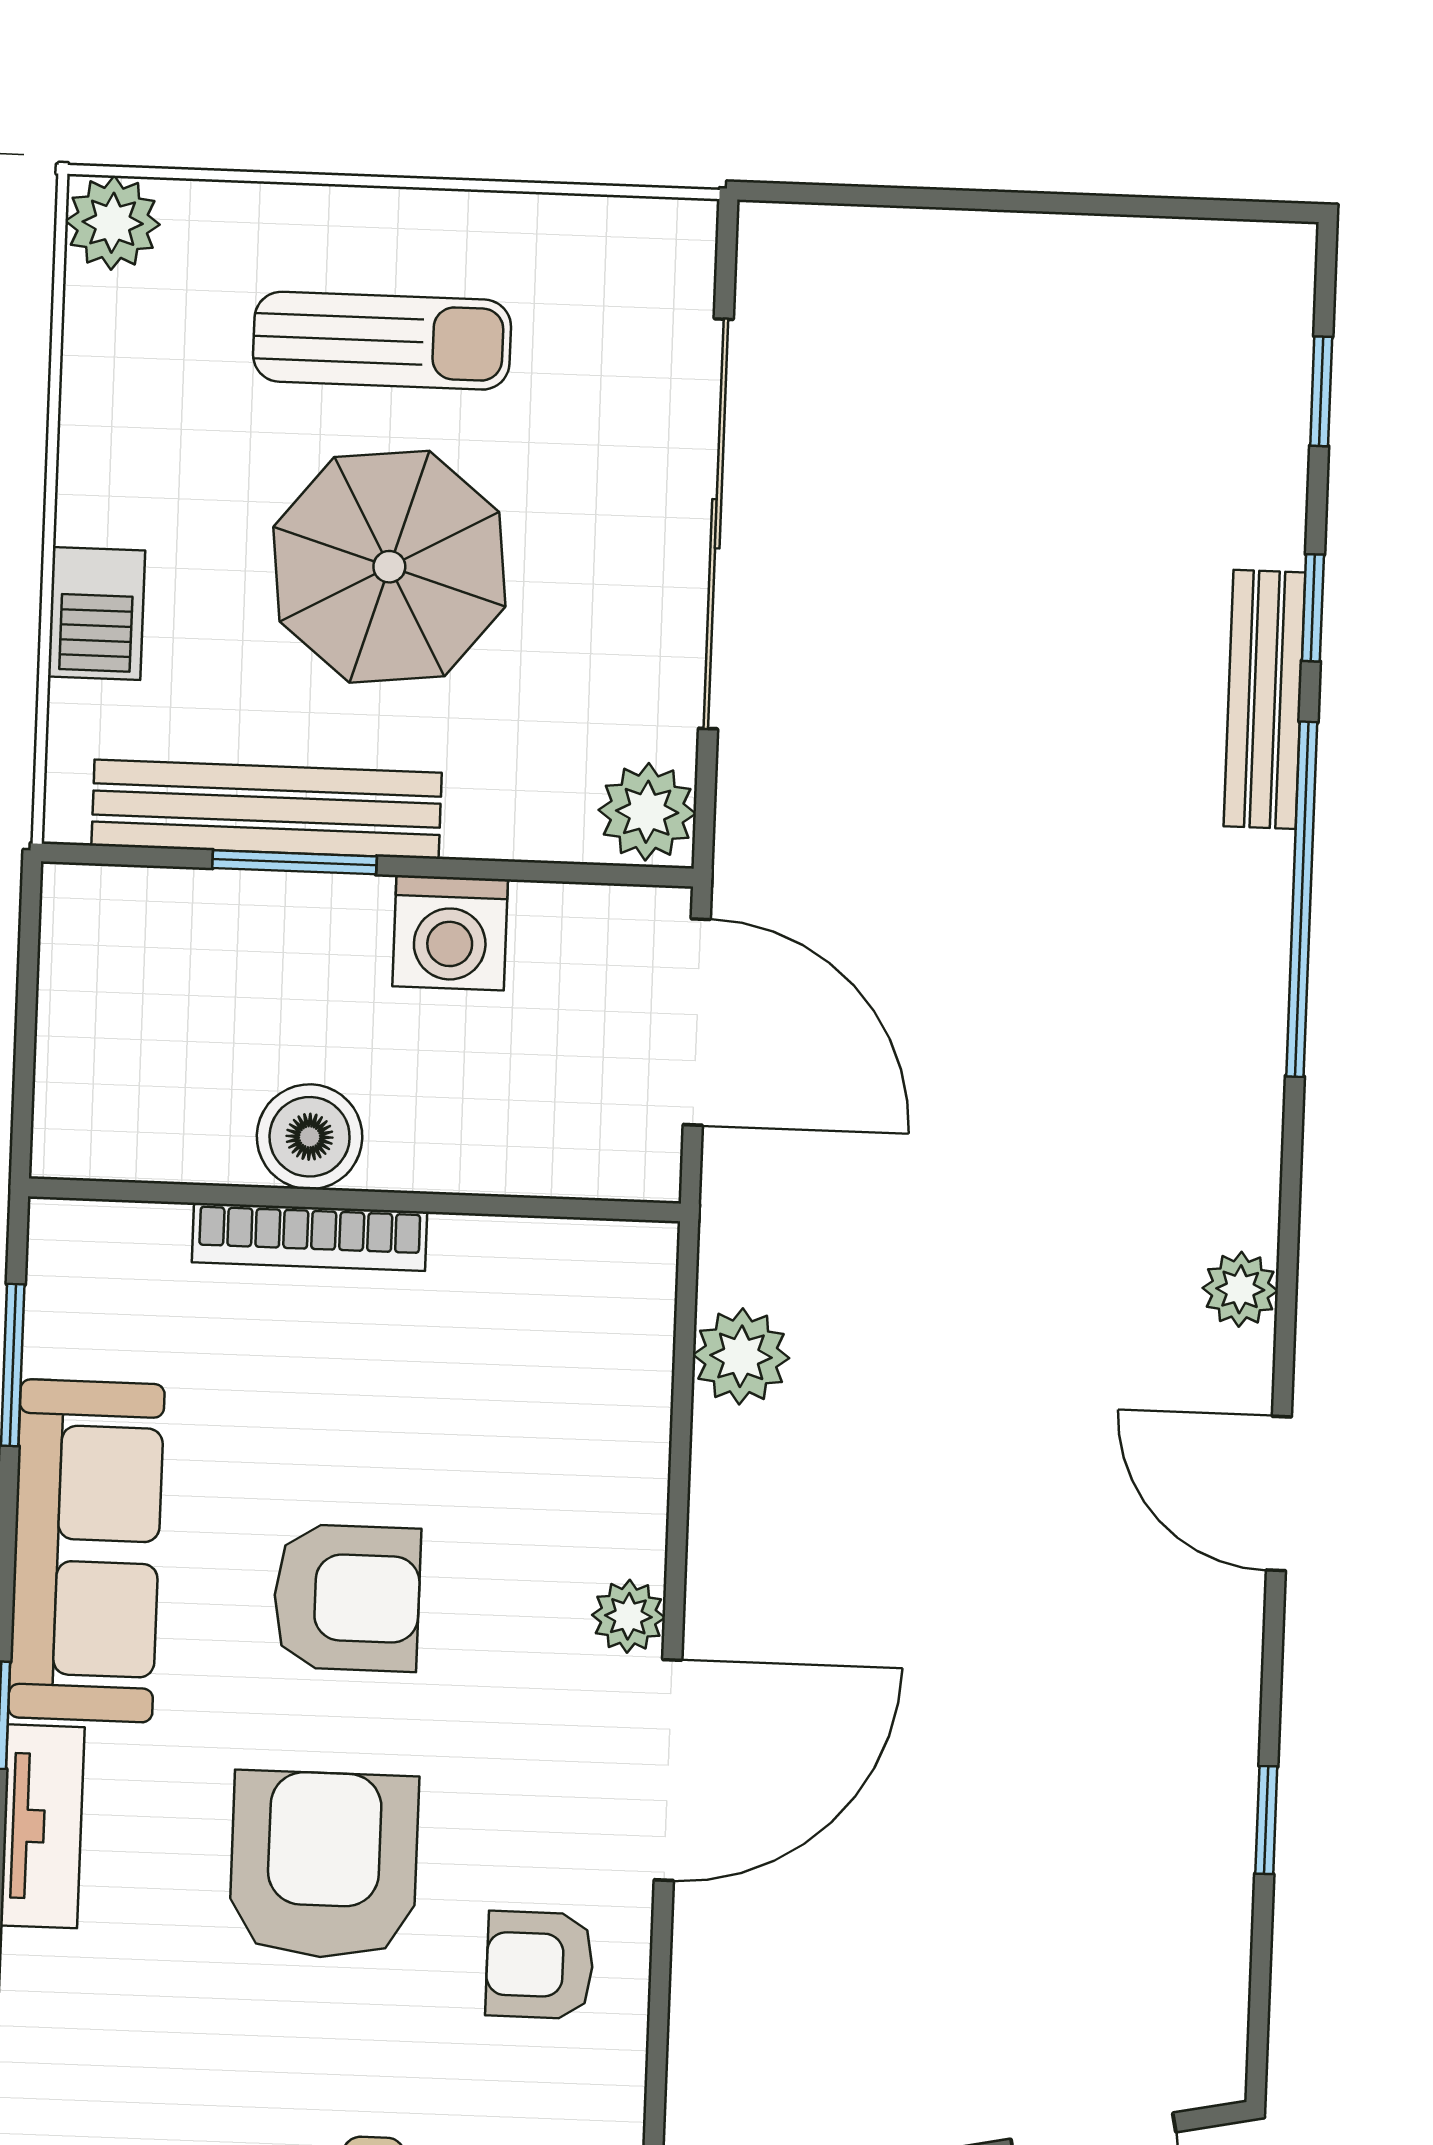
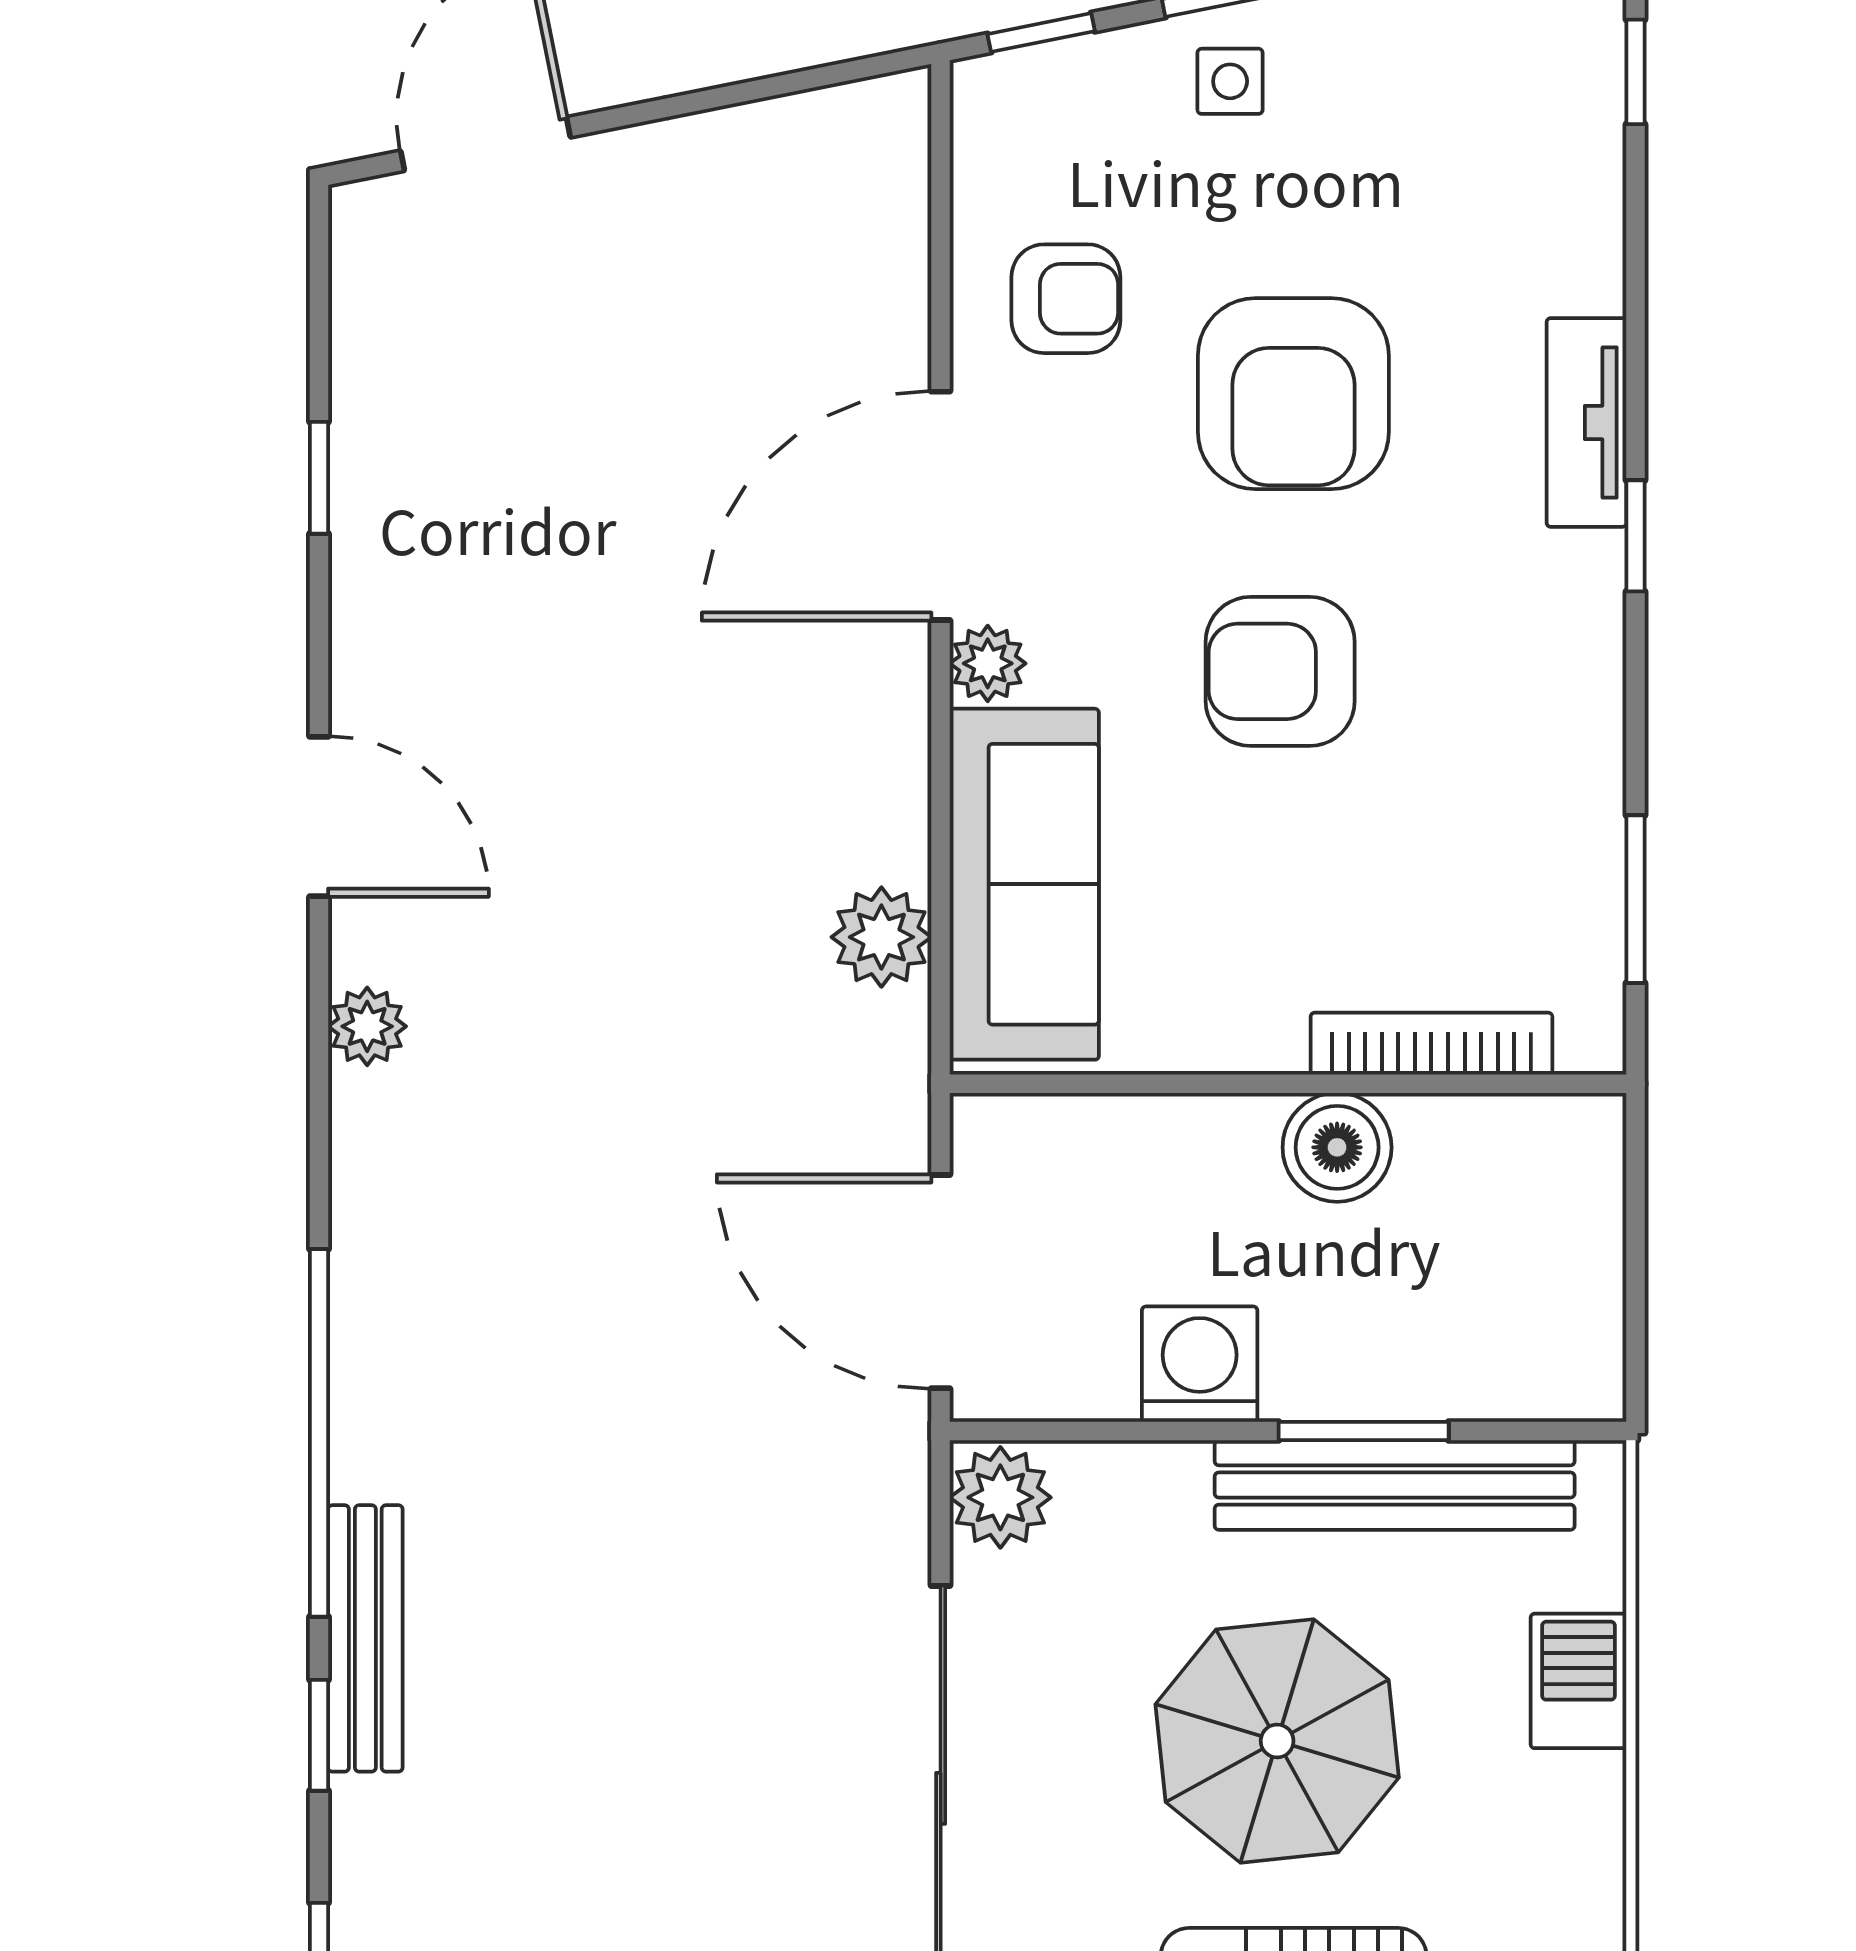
bookcase: (310, 1237) -> (1431, 1044), moved
sofa: (86, 1551) -> (1024, 884), moved, turned 180

